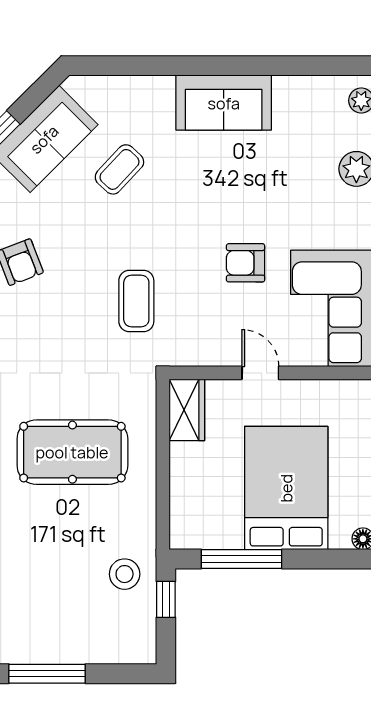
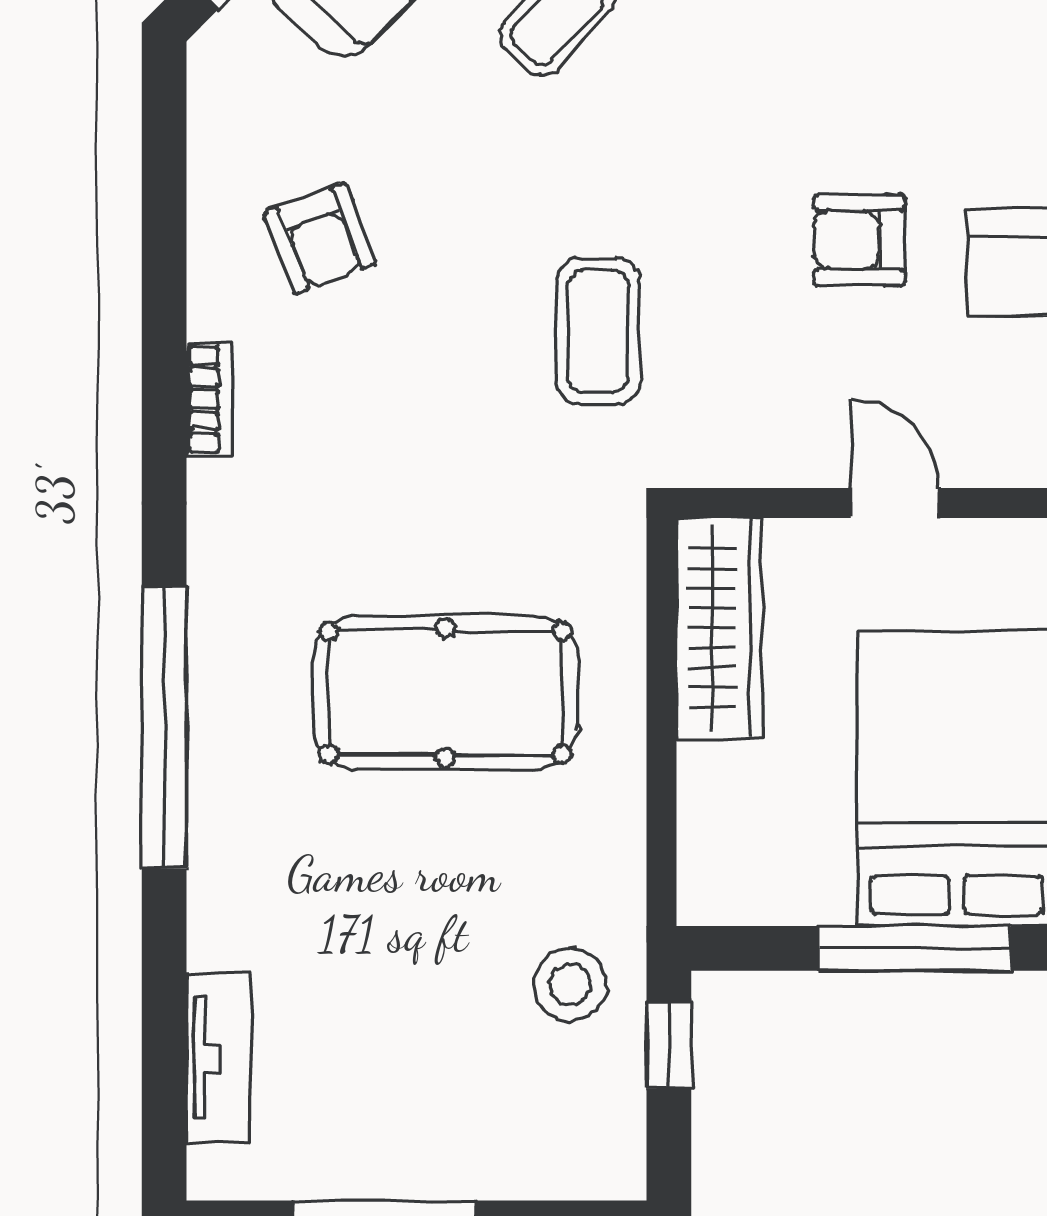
wardrobe: (187, 410) -> (719, 628), width x1.50
window: (241, 559) -> (915, 948), moved

